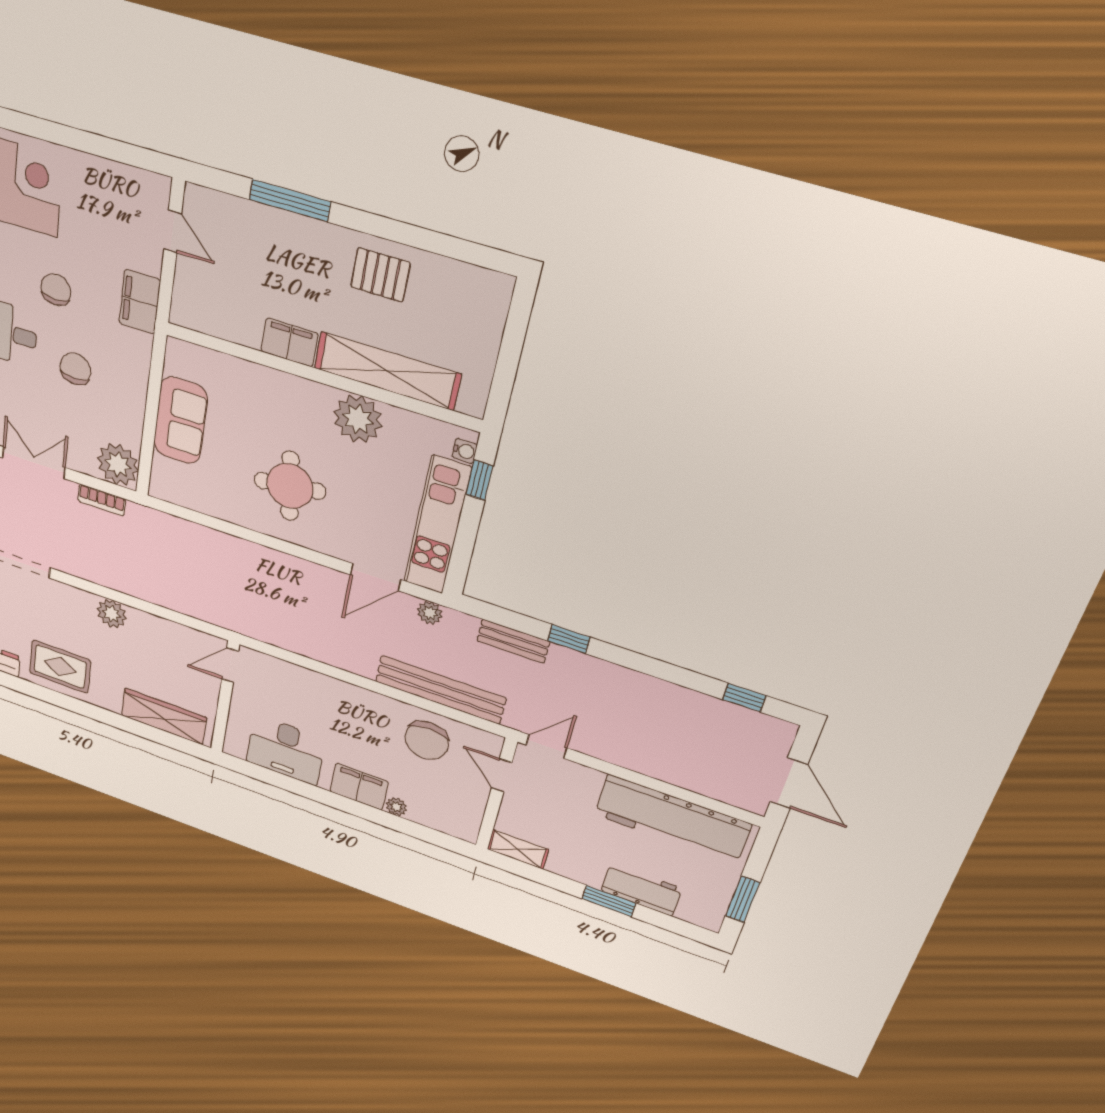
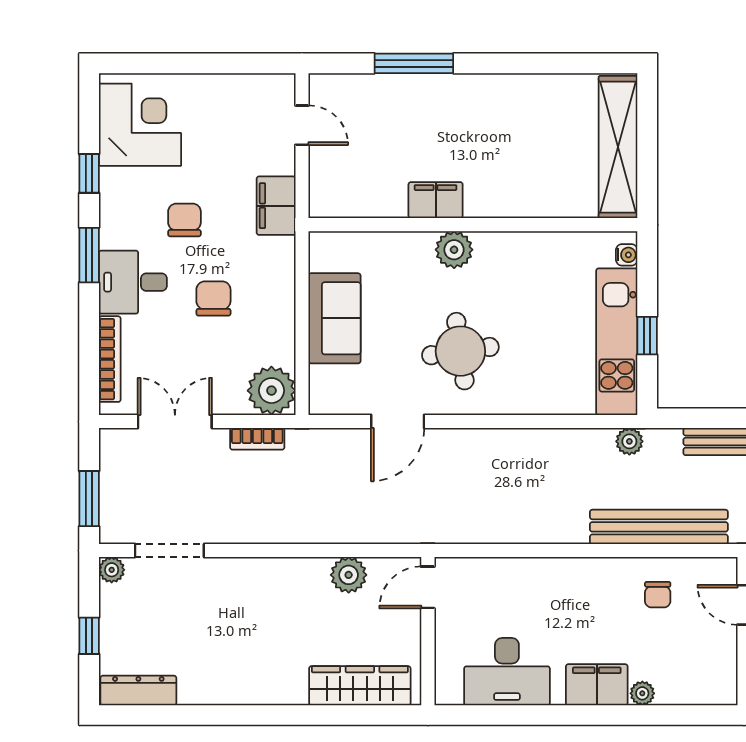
pallet: (380, 275) -> (512, 108), removed
shelving: (387, 371) -> (618, 147), moved, turned 90
plant: (358, 419) -> (454, 250), moved, width x0.73, depth x0.73
window: (479, 480) -> (647, 336), moved
door: (375, 577) -> (398, 421), moved
plant: (112, 614) -> (349, 575), moved
rug: (60, 667) -> (227, 669), removed
chair: (427, 741) -> (658, 595), width x0.54, depth x0.54

